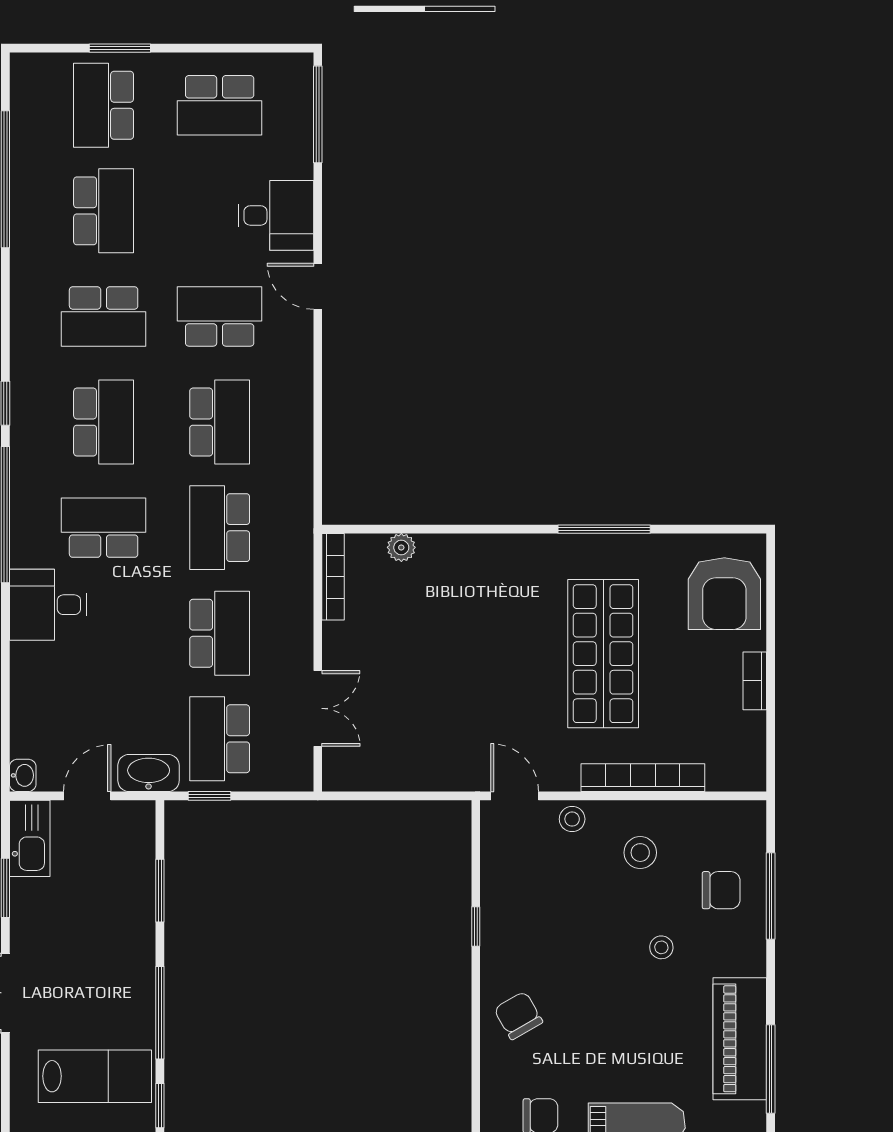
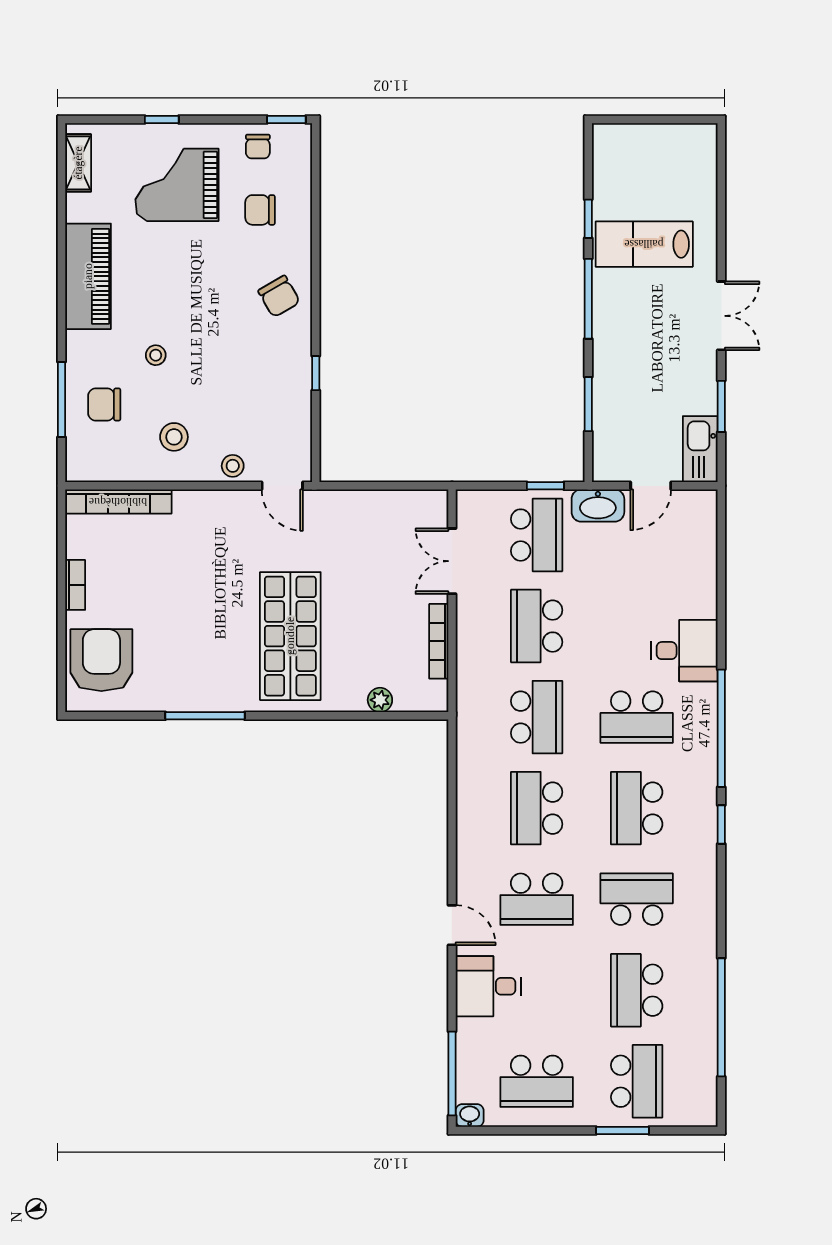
school desk: (220, 105) -> (537, 1081), turned 180
bookcase: (333, 577) -> (439, 641), moved
shop shelf: (603, 654) -> (290, 636), moved
washbasin: (23, 775) -> (470, 1115), moved, turned 90
bookcase: (643, 778) -> (118, 502), moved
window: (771, 1069) -> (62, 250), removed

